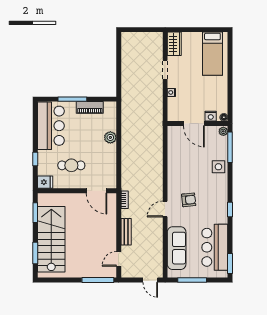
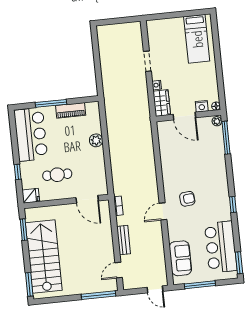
wardrobe: (174, 44) -> (162, 103), moved
side table: (218, 167) -> (216, 160), removed
sofa: (177, 248) -> (180, 258), width x0.73
window: (35, 253) -> (29, 284), moved

